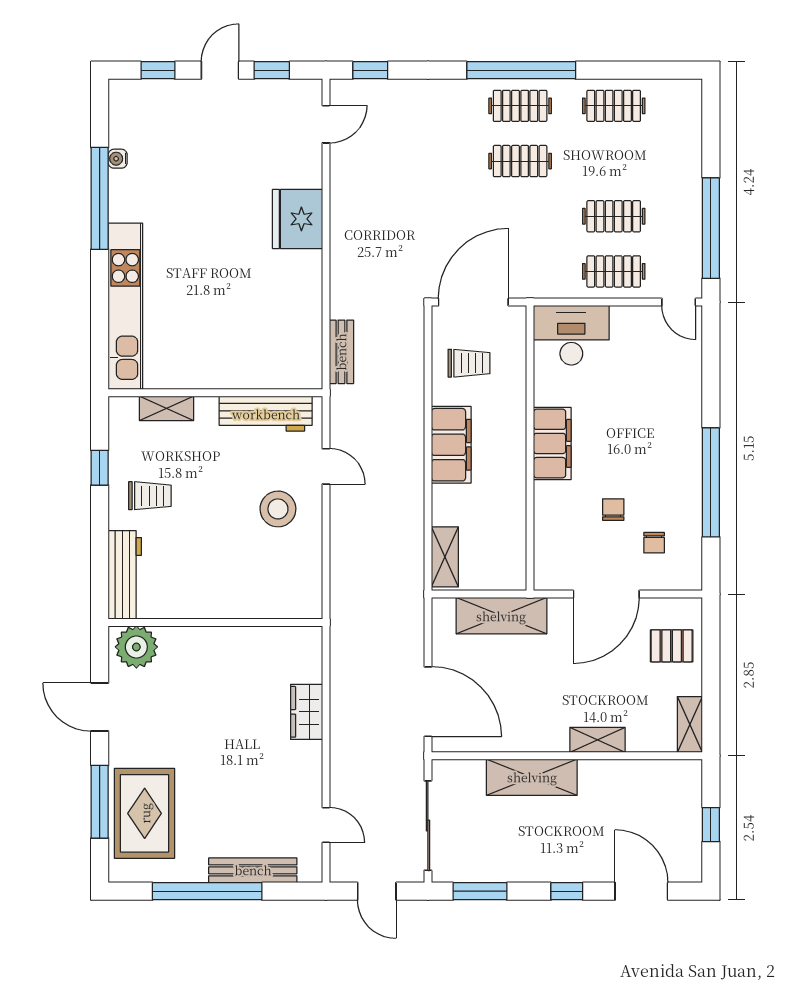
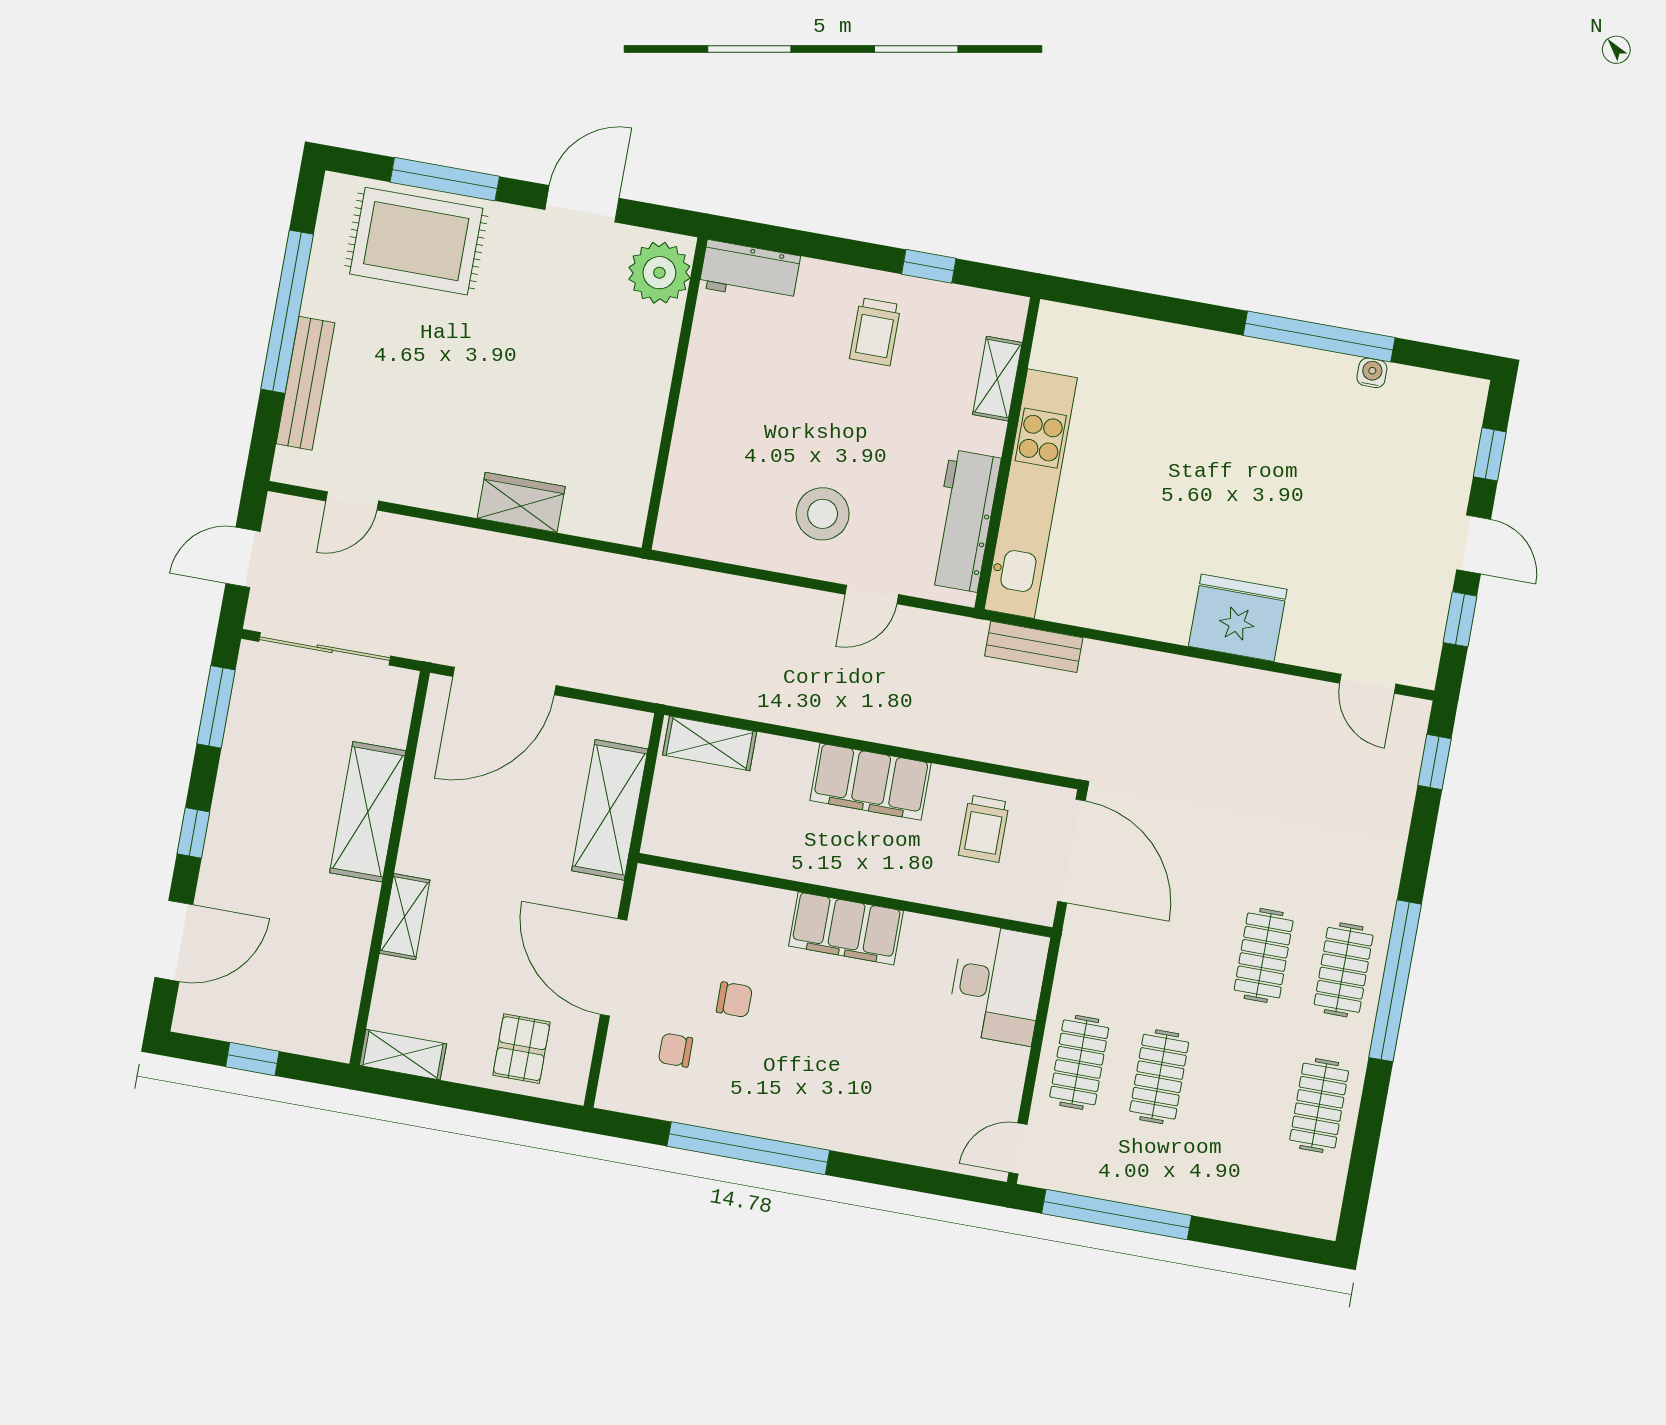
kitchen unit: (125, 306) -> (1031, 494), moved, turned -90
workbench: (125, 575) -> (750, 272), width x0.73

